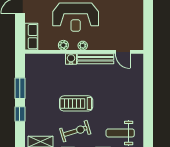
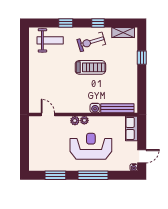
plant: (63, 45) -> (75, 121), moved
bench: (95, 59) -> (117, 108), moved
window: (20, 88) -> (142, 81), removed

